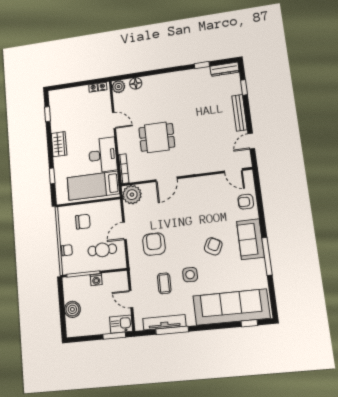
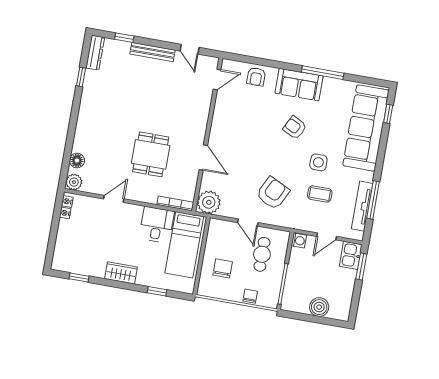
desk: (103, 155) -> (157, 225), width x0.73
armchair: (154, 244) -> (273, 193), turned 116
washing machine: (96, 280) -> (299, 241), moved

